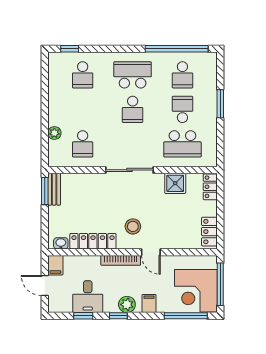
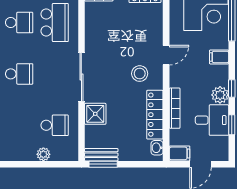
school desk: (182, 109) -> (19, 23), turned 180
shower: (175, 183) -> (95, 114), moved
bookcase: (121, 260) -> (175, 108), moved
plant: (127, 304) -> (220, 95), moved

